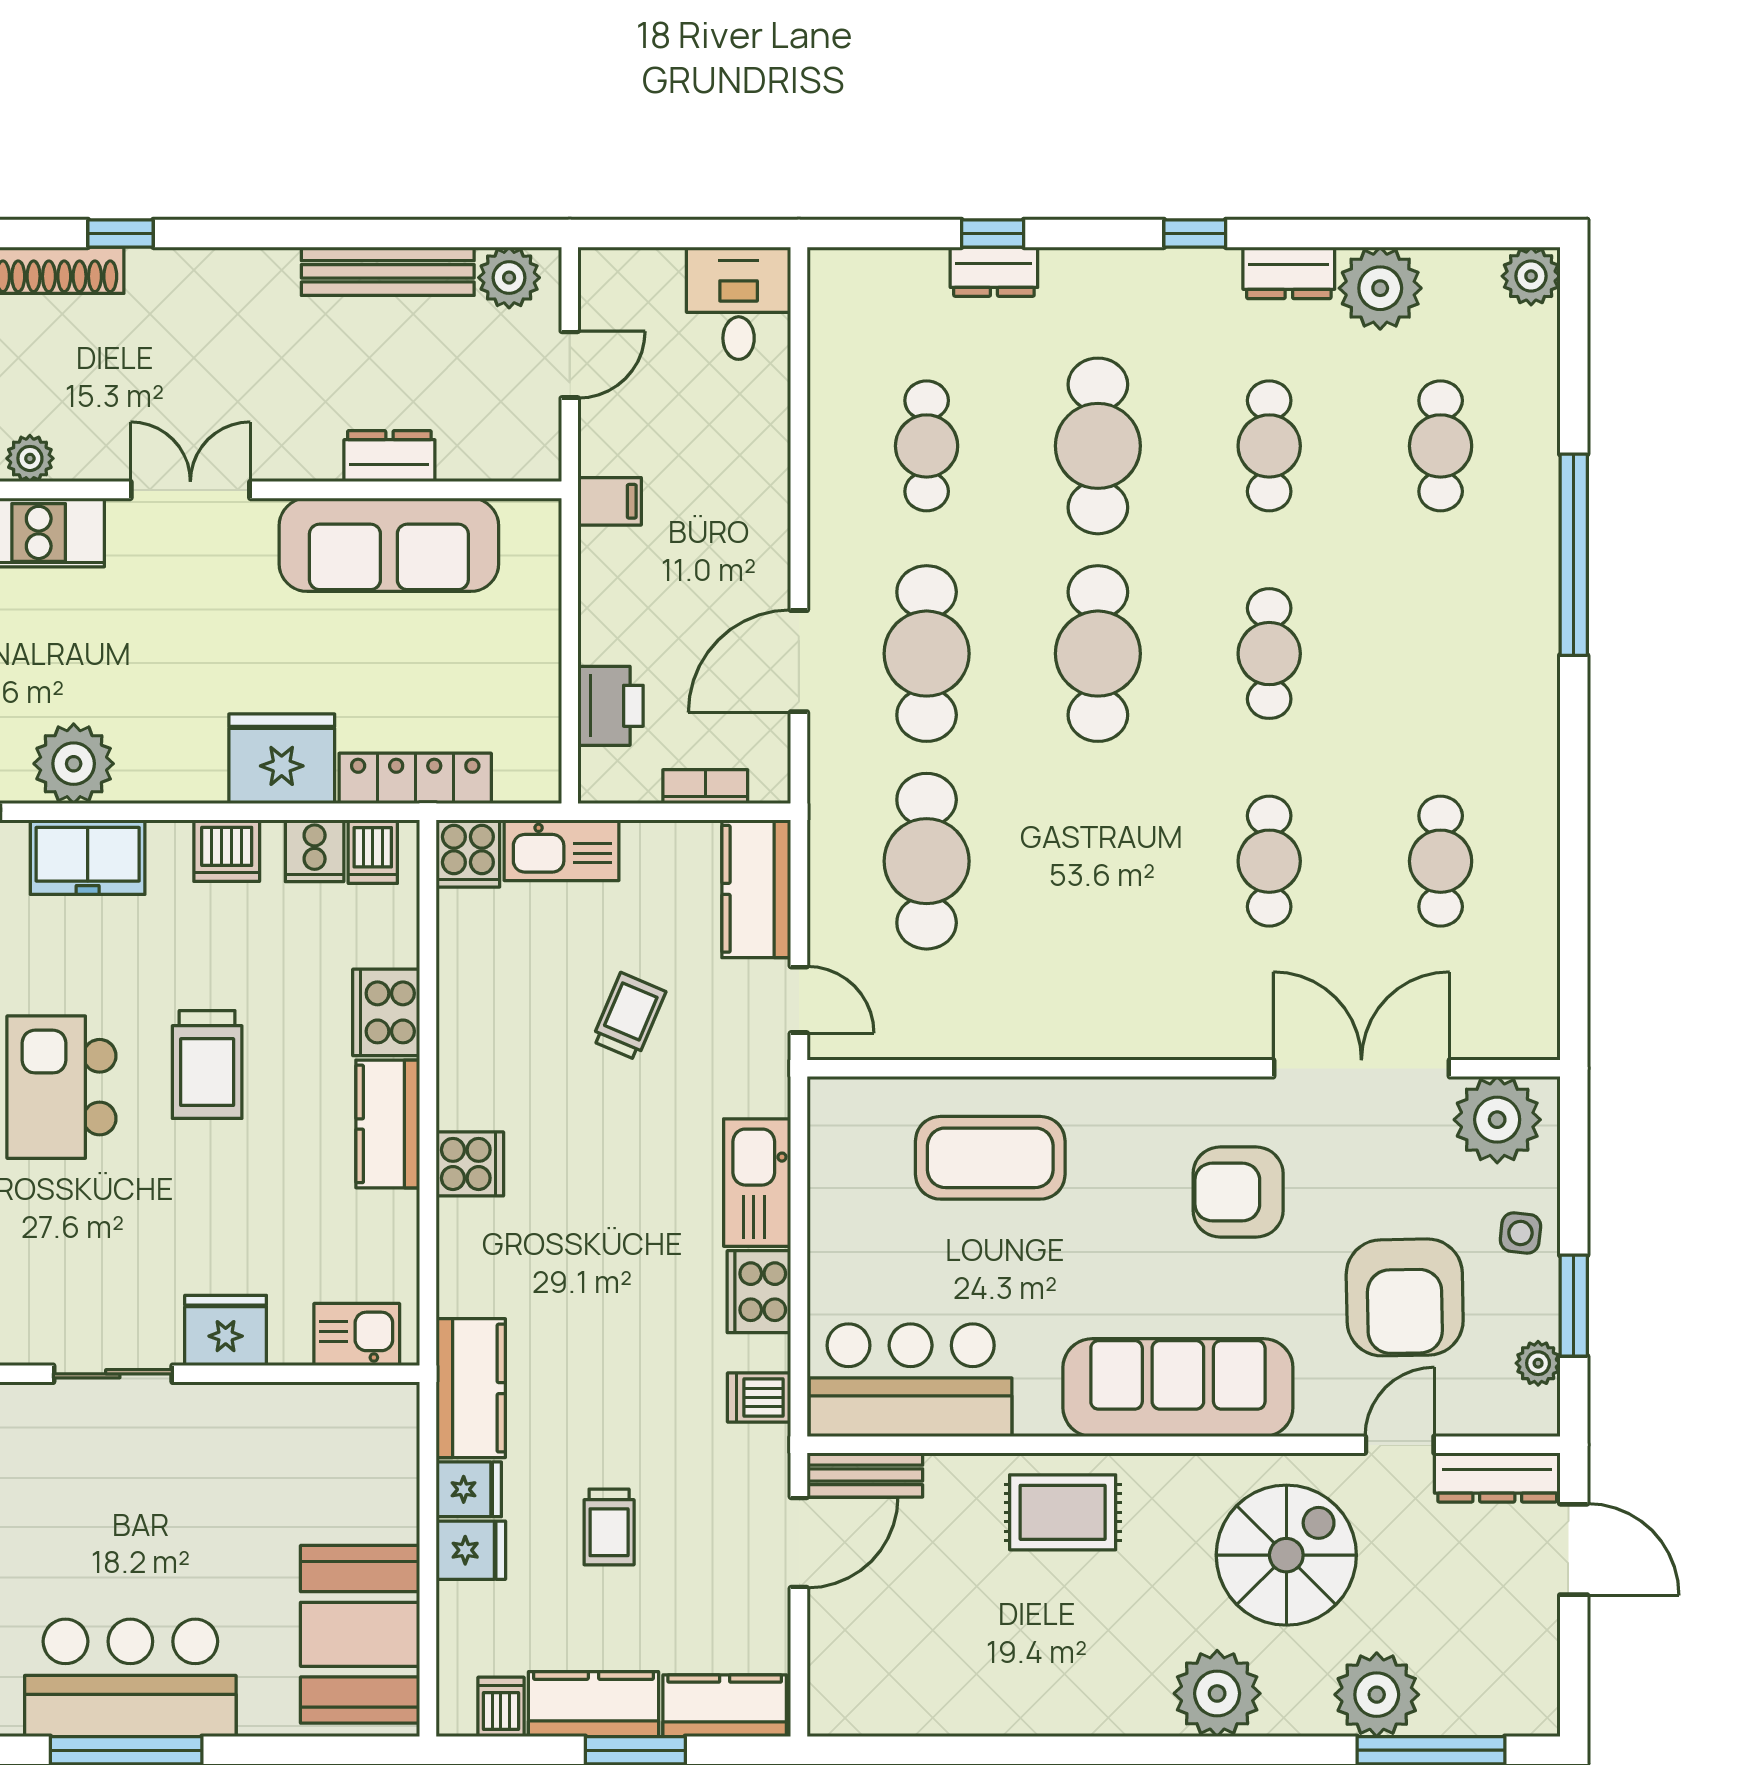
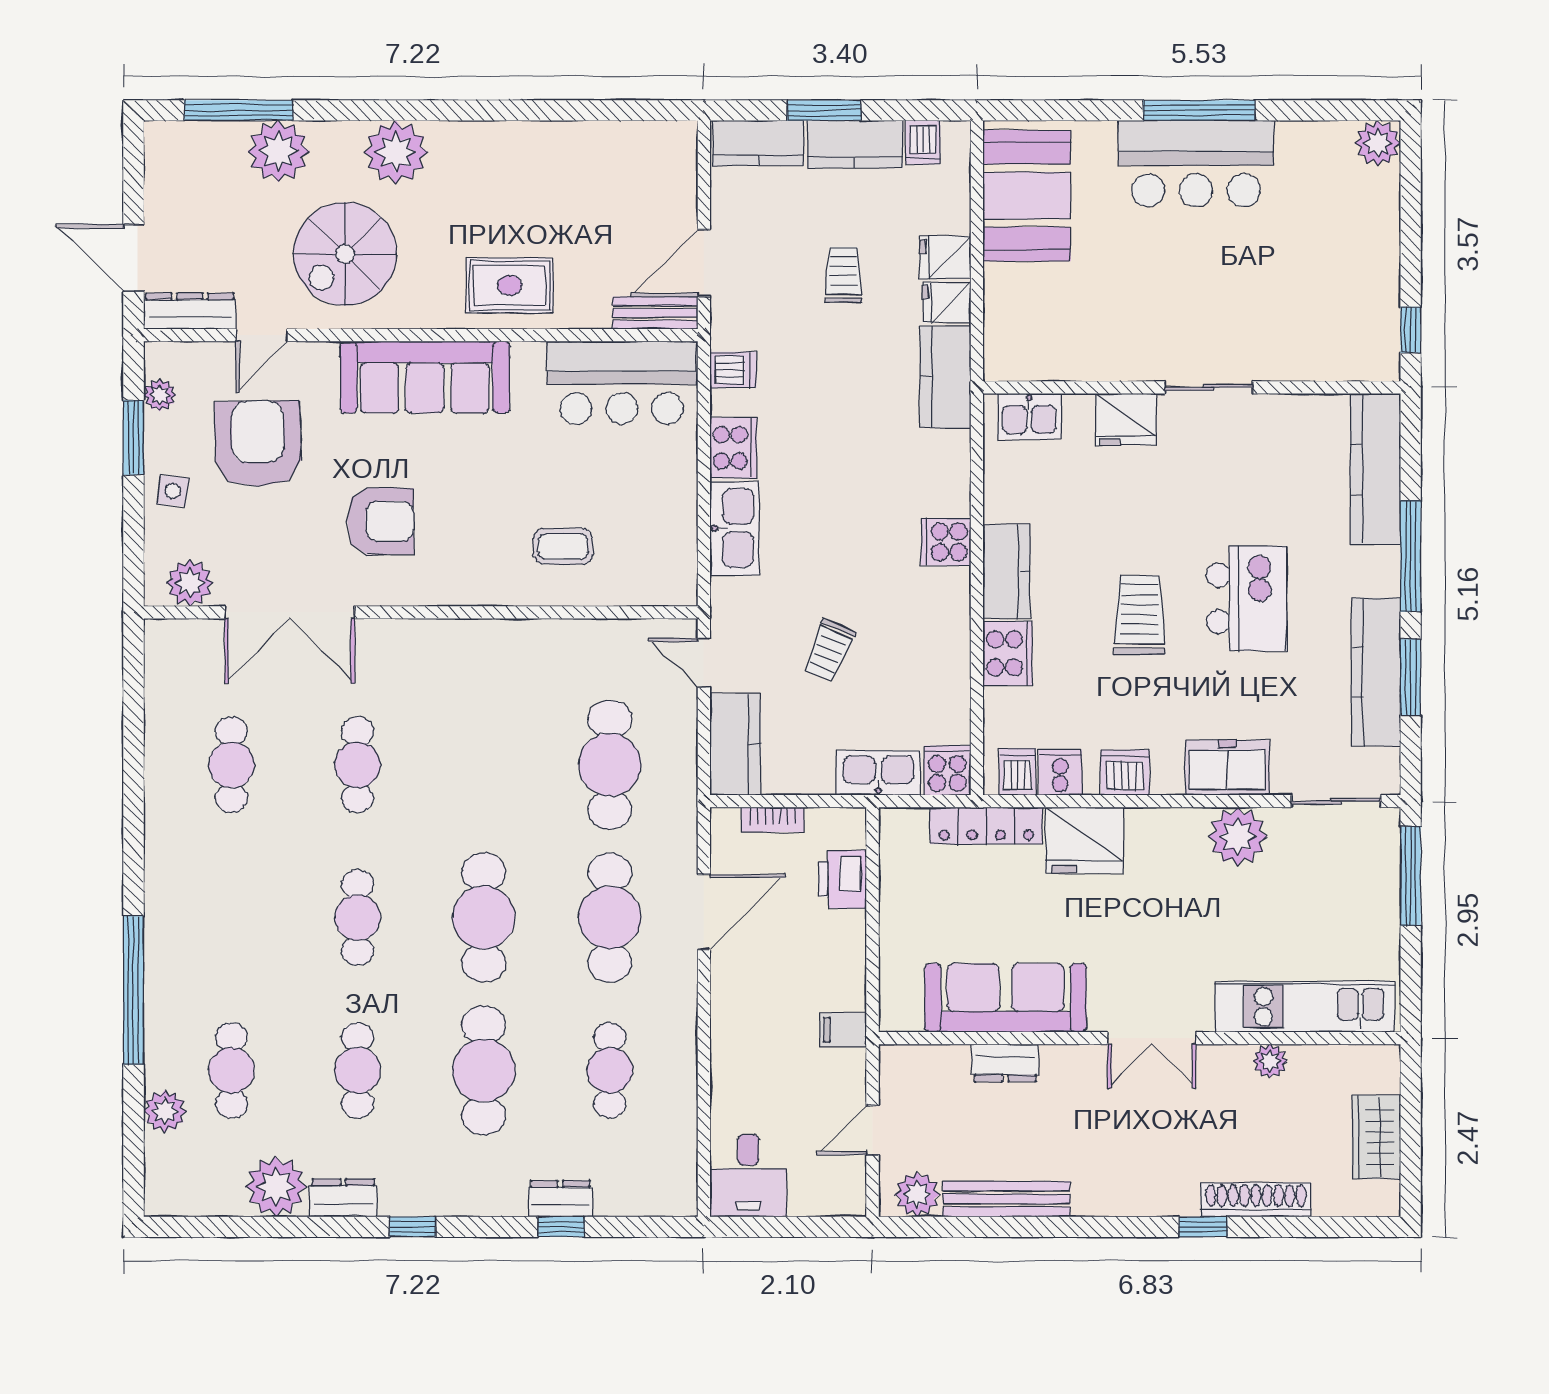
plant: (1531, 276) -> (165, 1111), moved
plant: (1497, 1120) -> (190, 583), width x0.73, depth x0.73
coffee table: (990, 1158) -> (563, 546), width x0.54, depth x0.58

